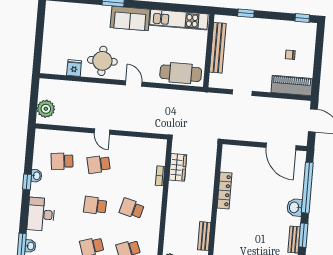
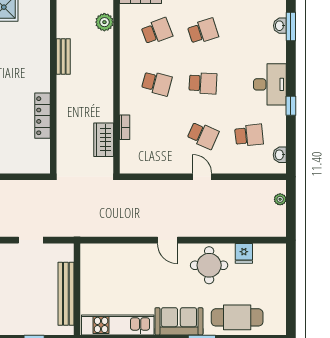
cafe table: (181, 73) -> (237, 317), moved
plant: (46, 109) -> (280, 199), width x0.53, depth x0.53
school desk: (99, 164) -> (203, 135), turned 36
washbasin: (36, 176) -> (280, 155), moved
desk: (41, 214) -> (270, 84), moved

